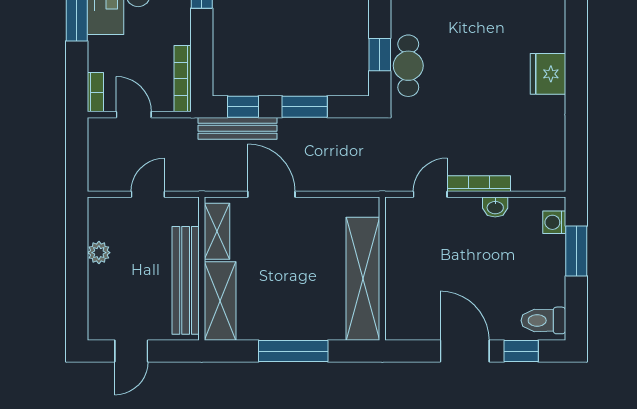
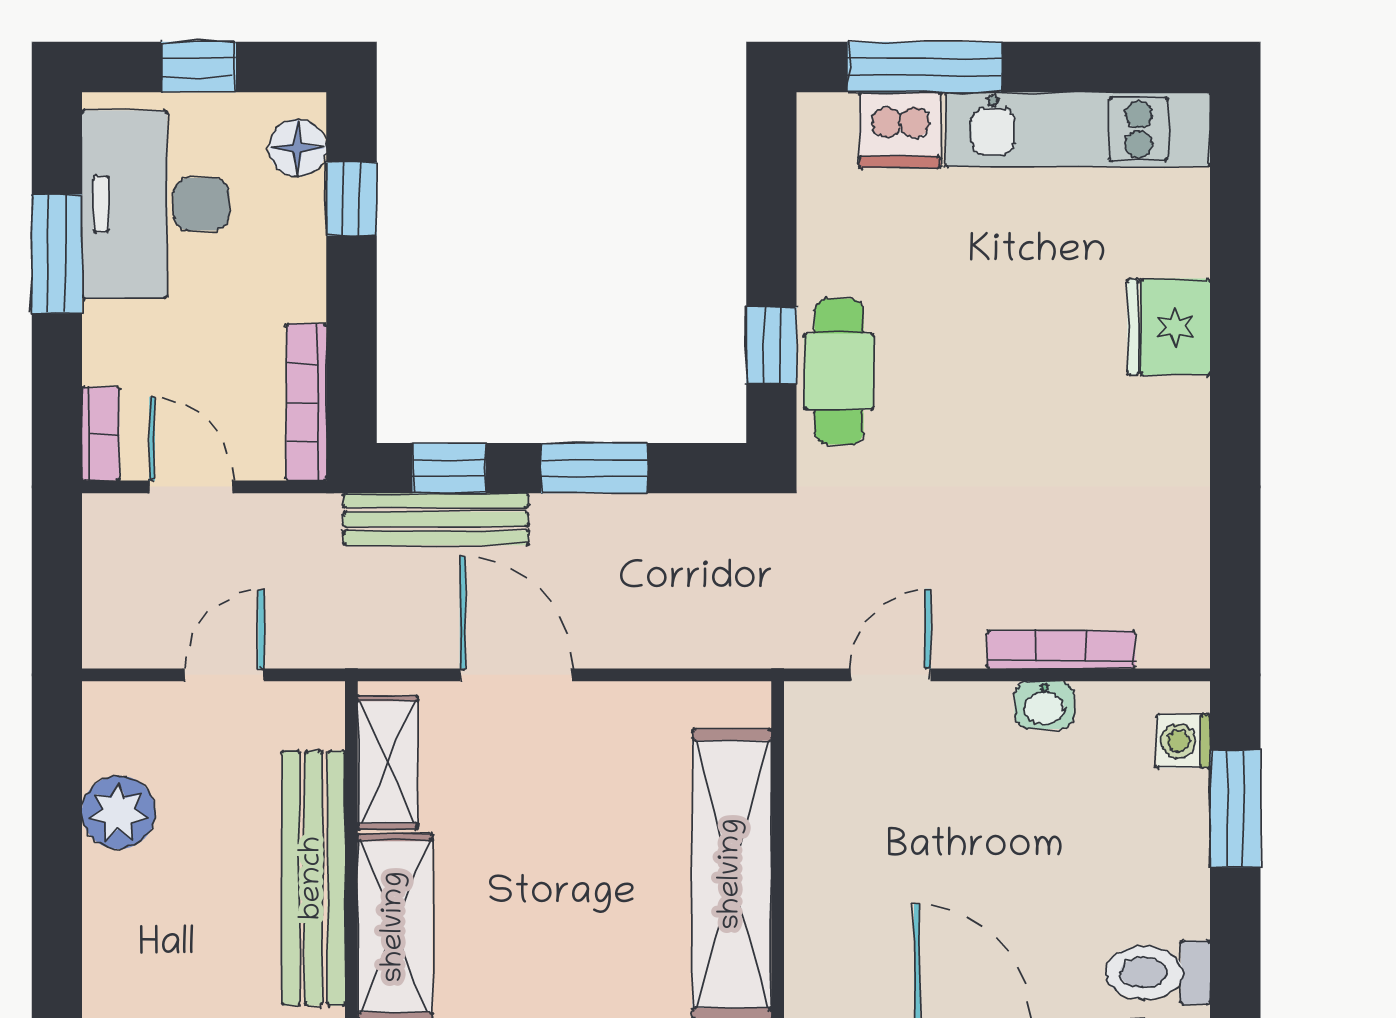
fridge: (548, 74) -> (1169, 327), moved
bookcase: (479, 184) -> (1061, 650), moved
plant: (99, 253) -> (119, 812), width x1.38, depth x1.38

